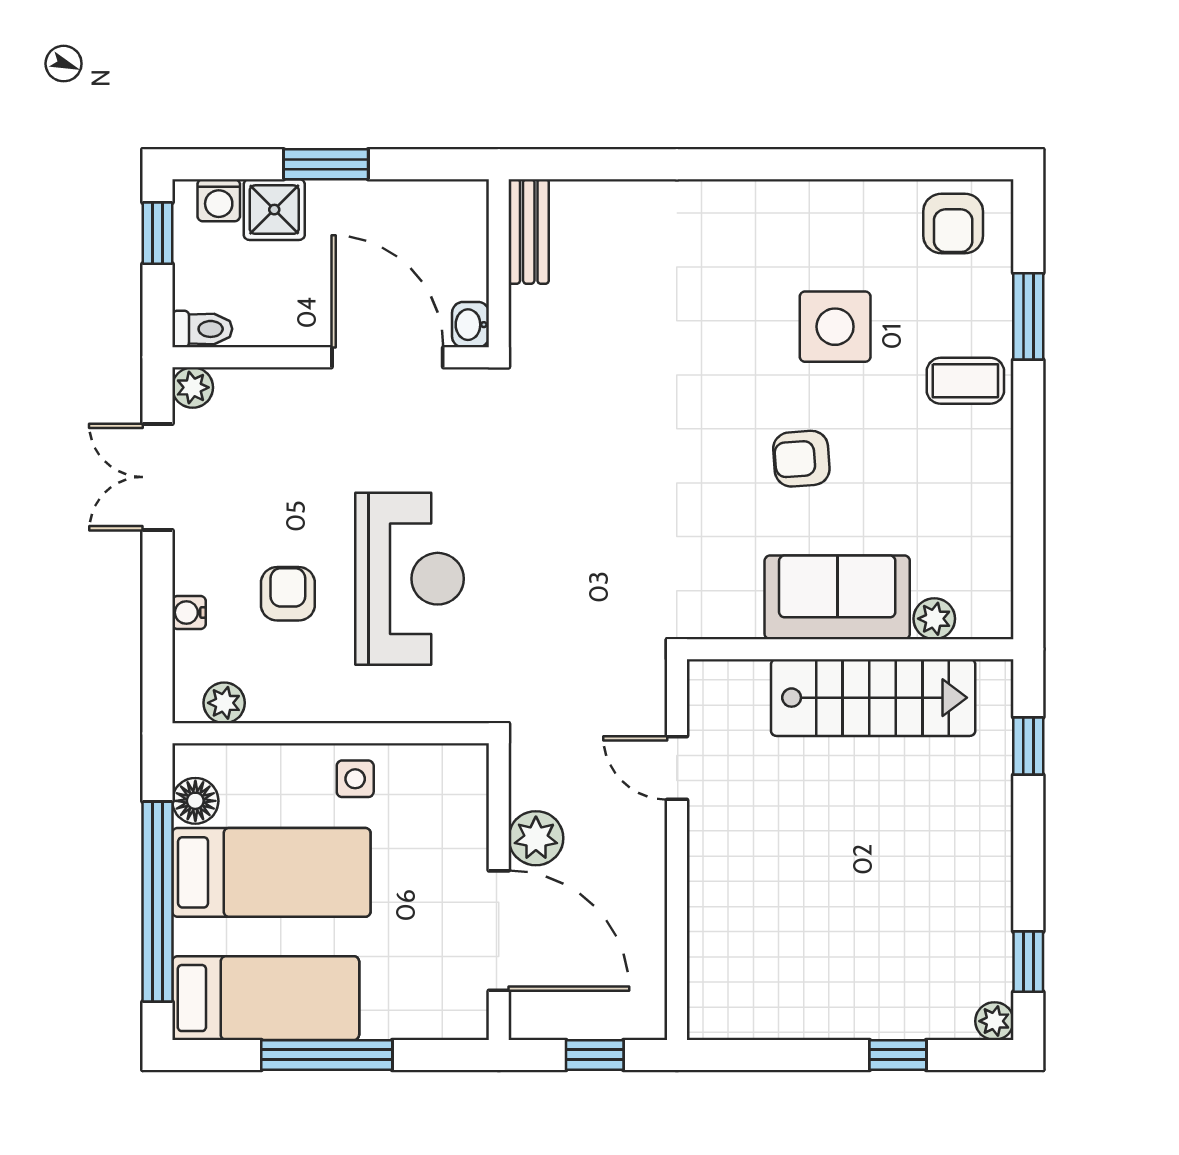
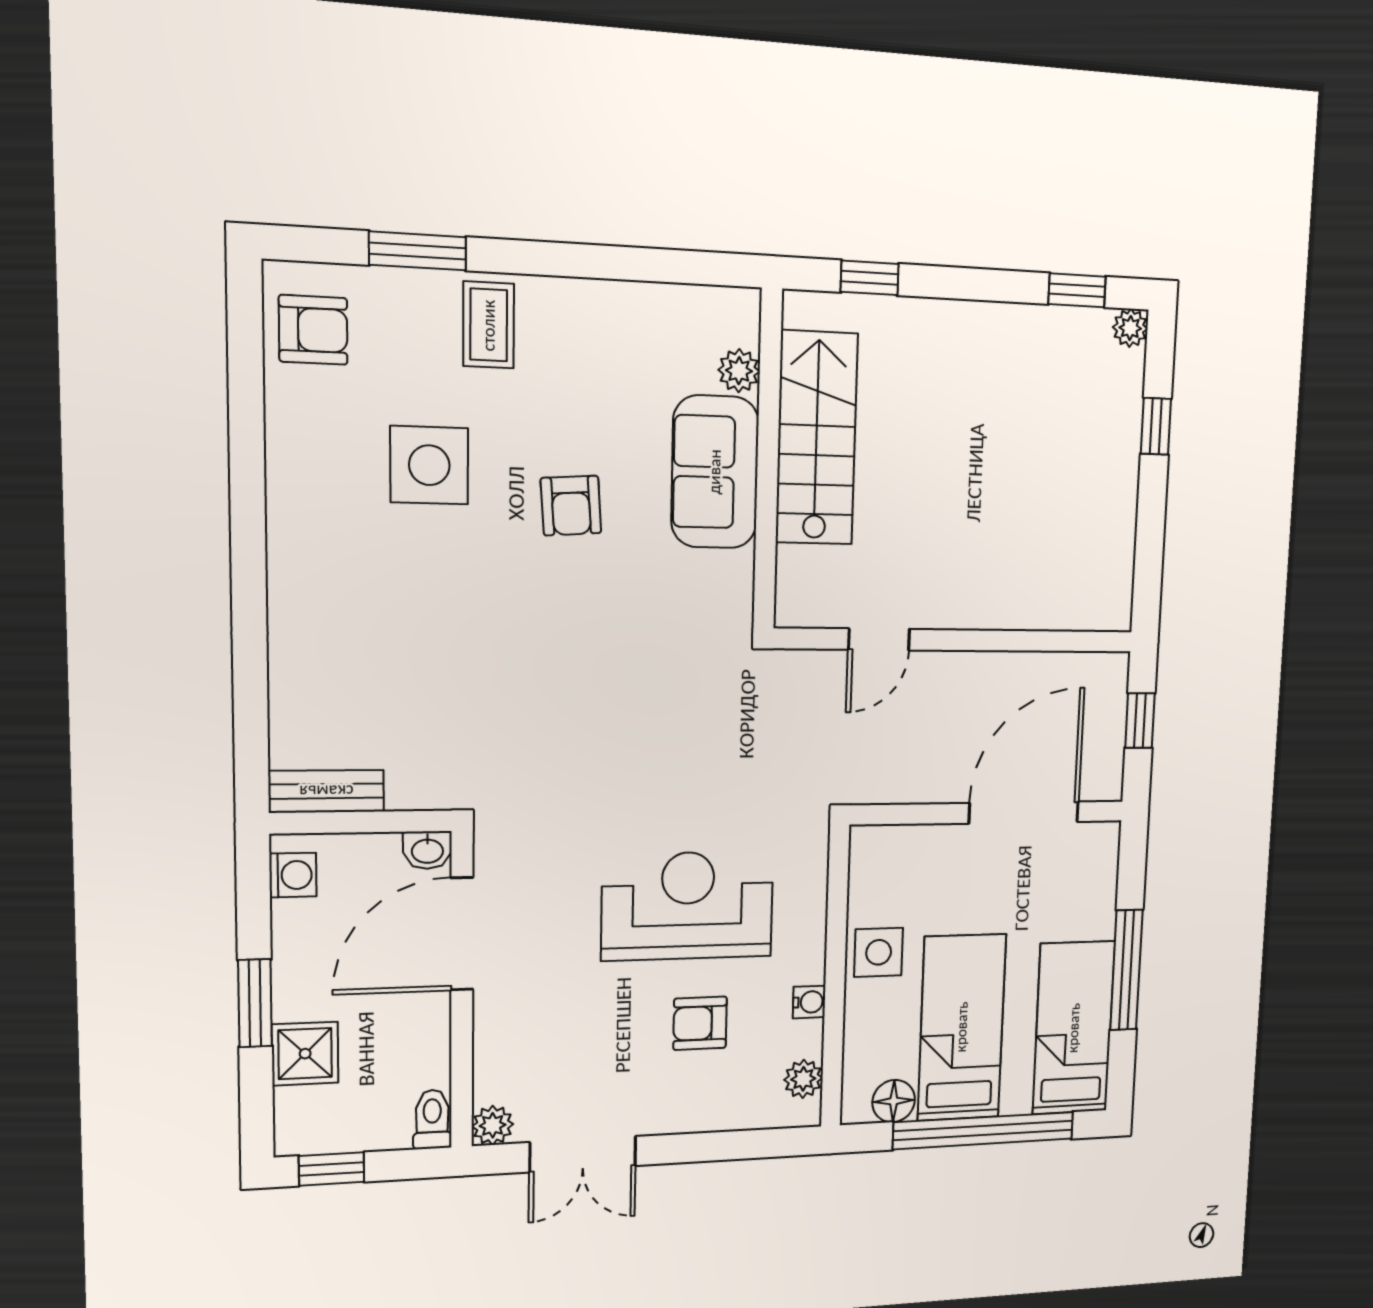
washing machine: (219, 200) -> (293, 875), moved
water cooler: (189, 613) -> (809, 1002), moved, turned -90
side table: (355, 779) -> (879, 952), width x1.37, depth x1.37
plant: (536, 838) -> (940, 778), removed

